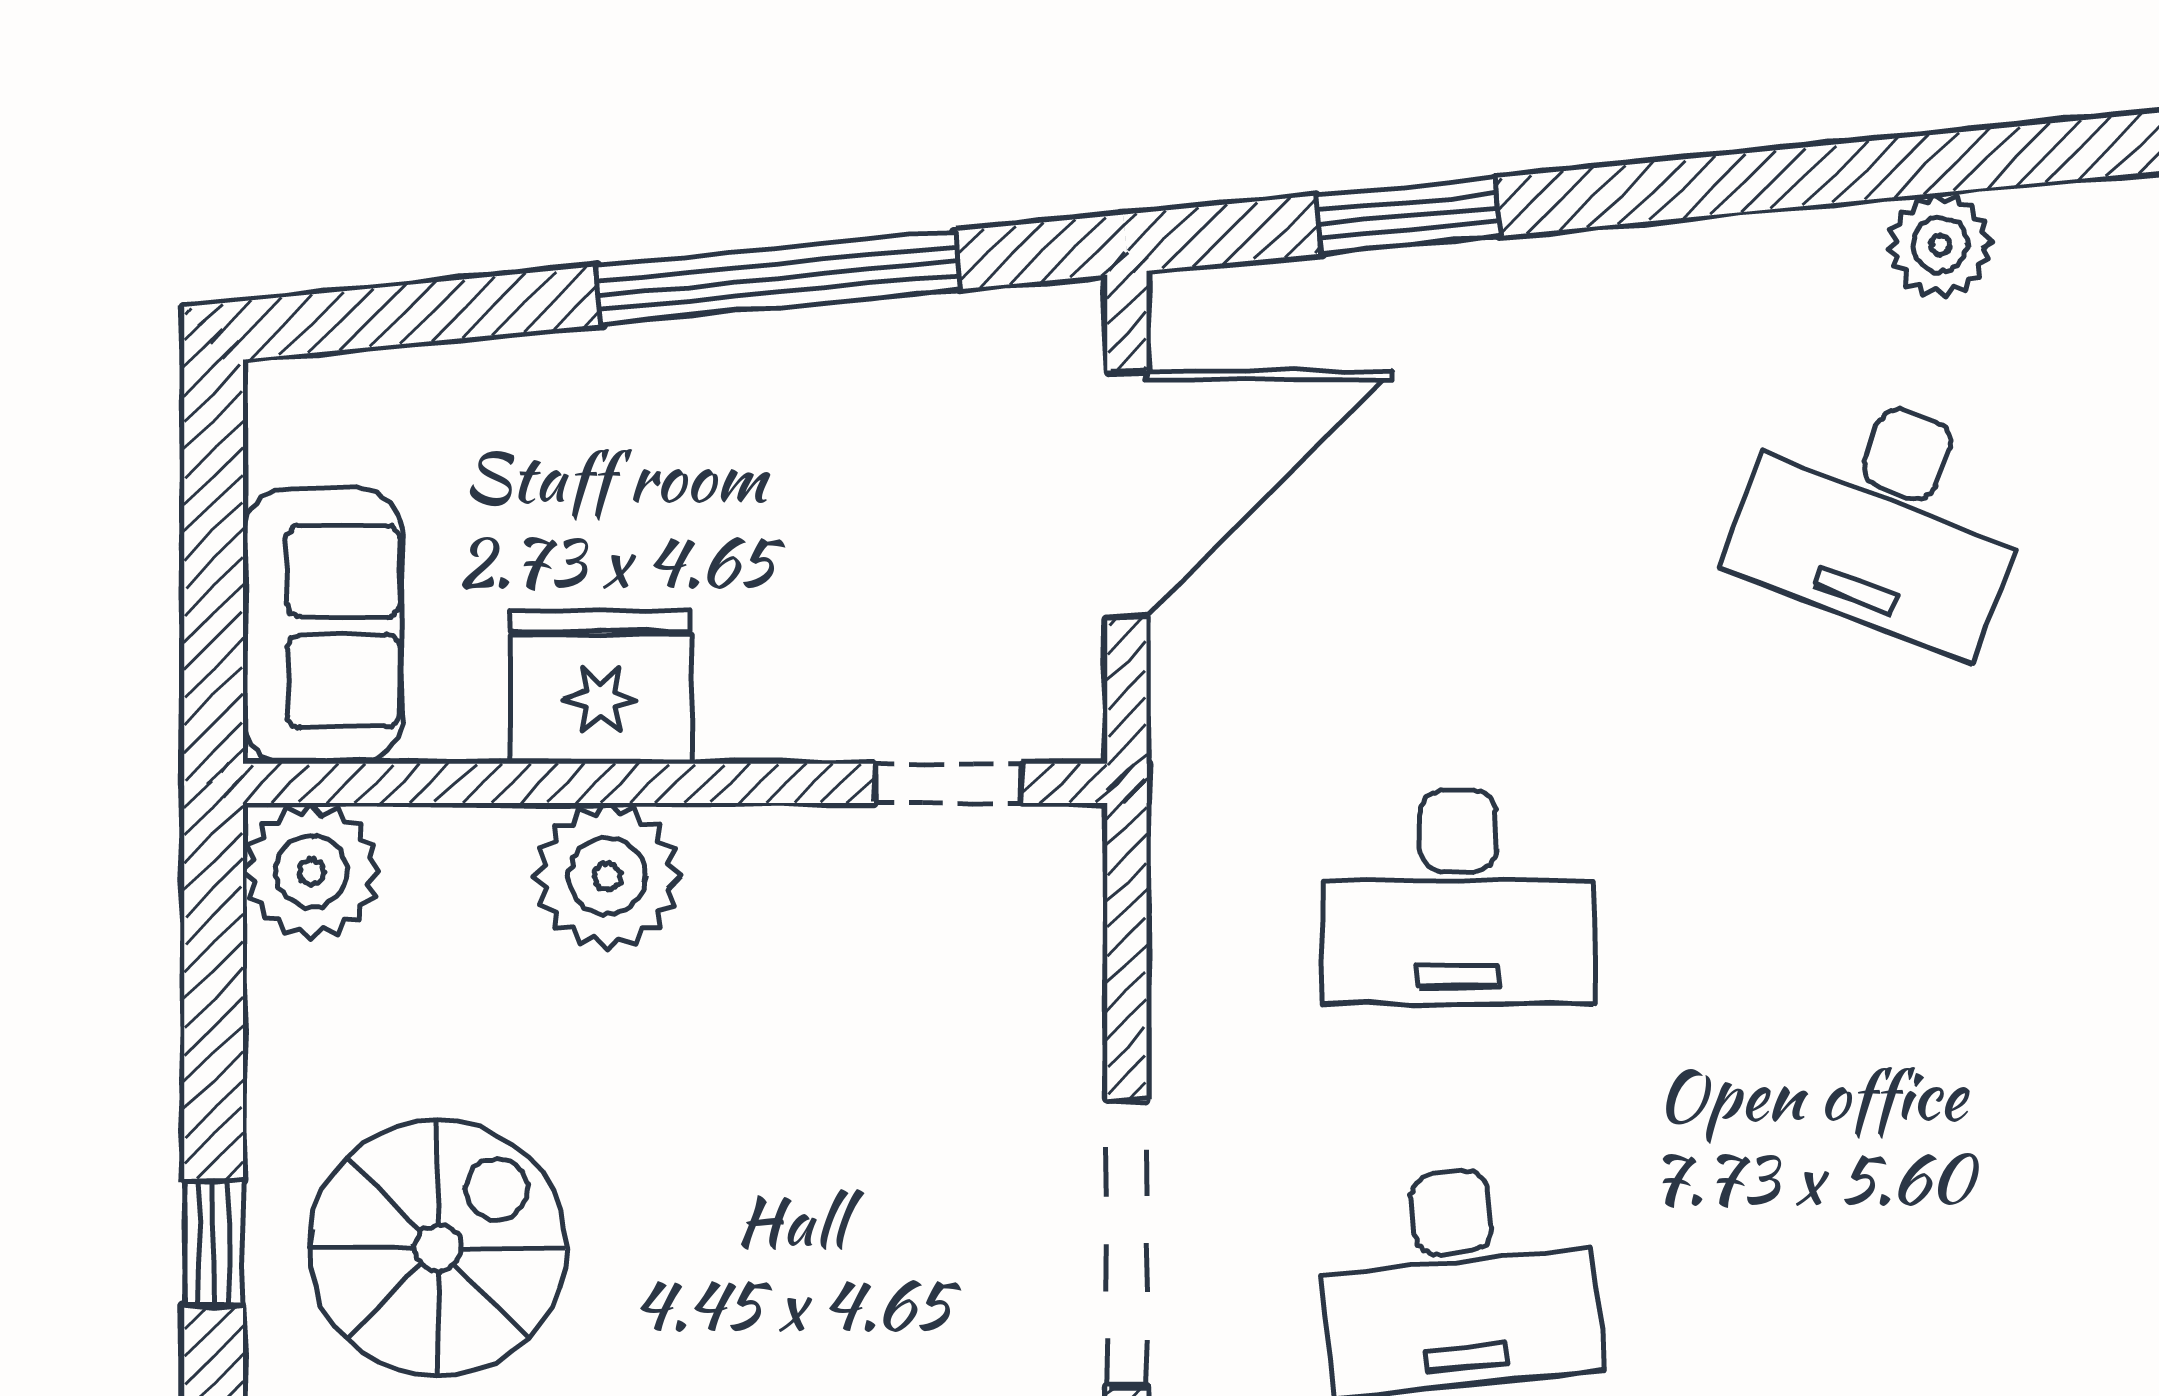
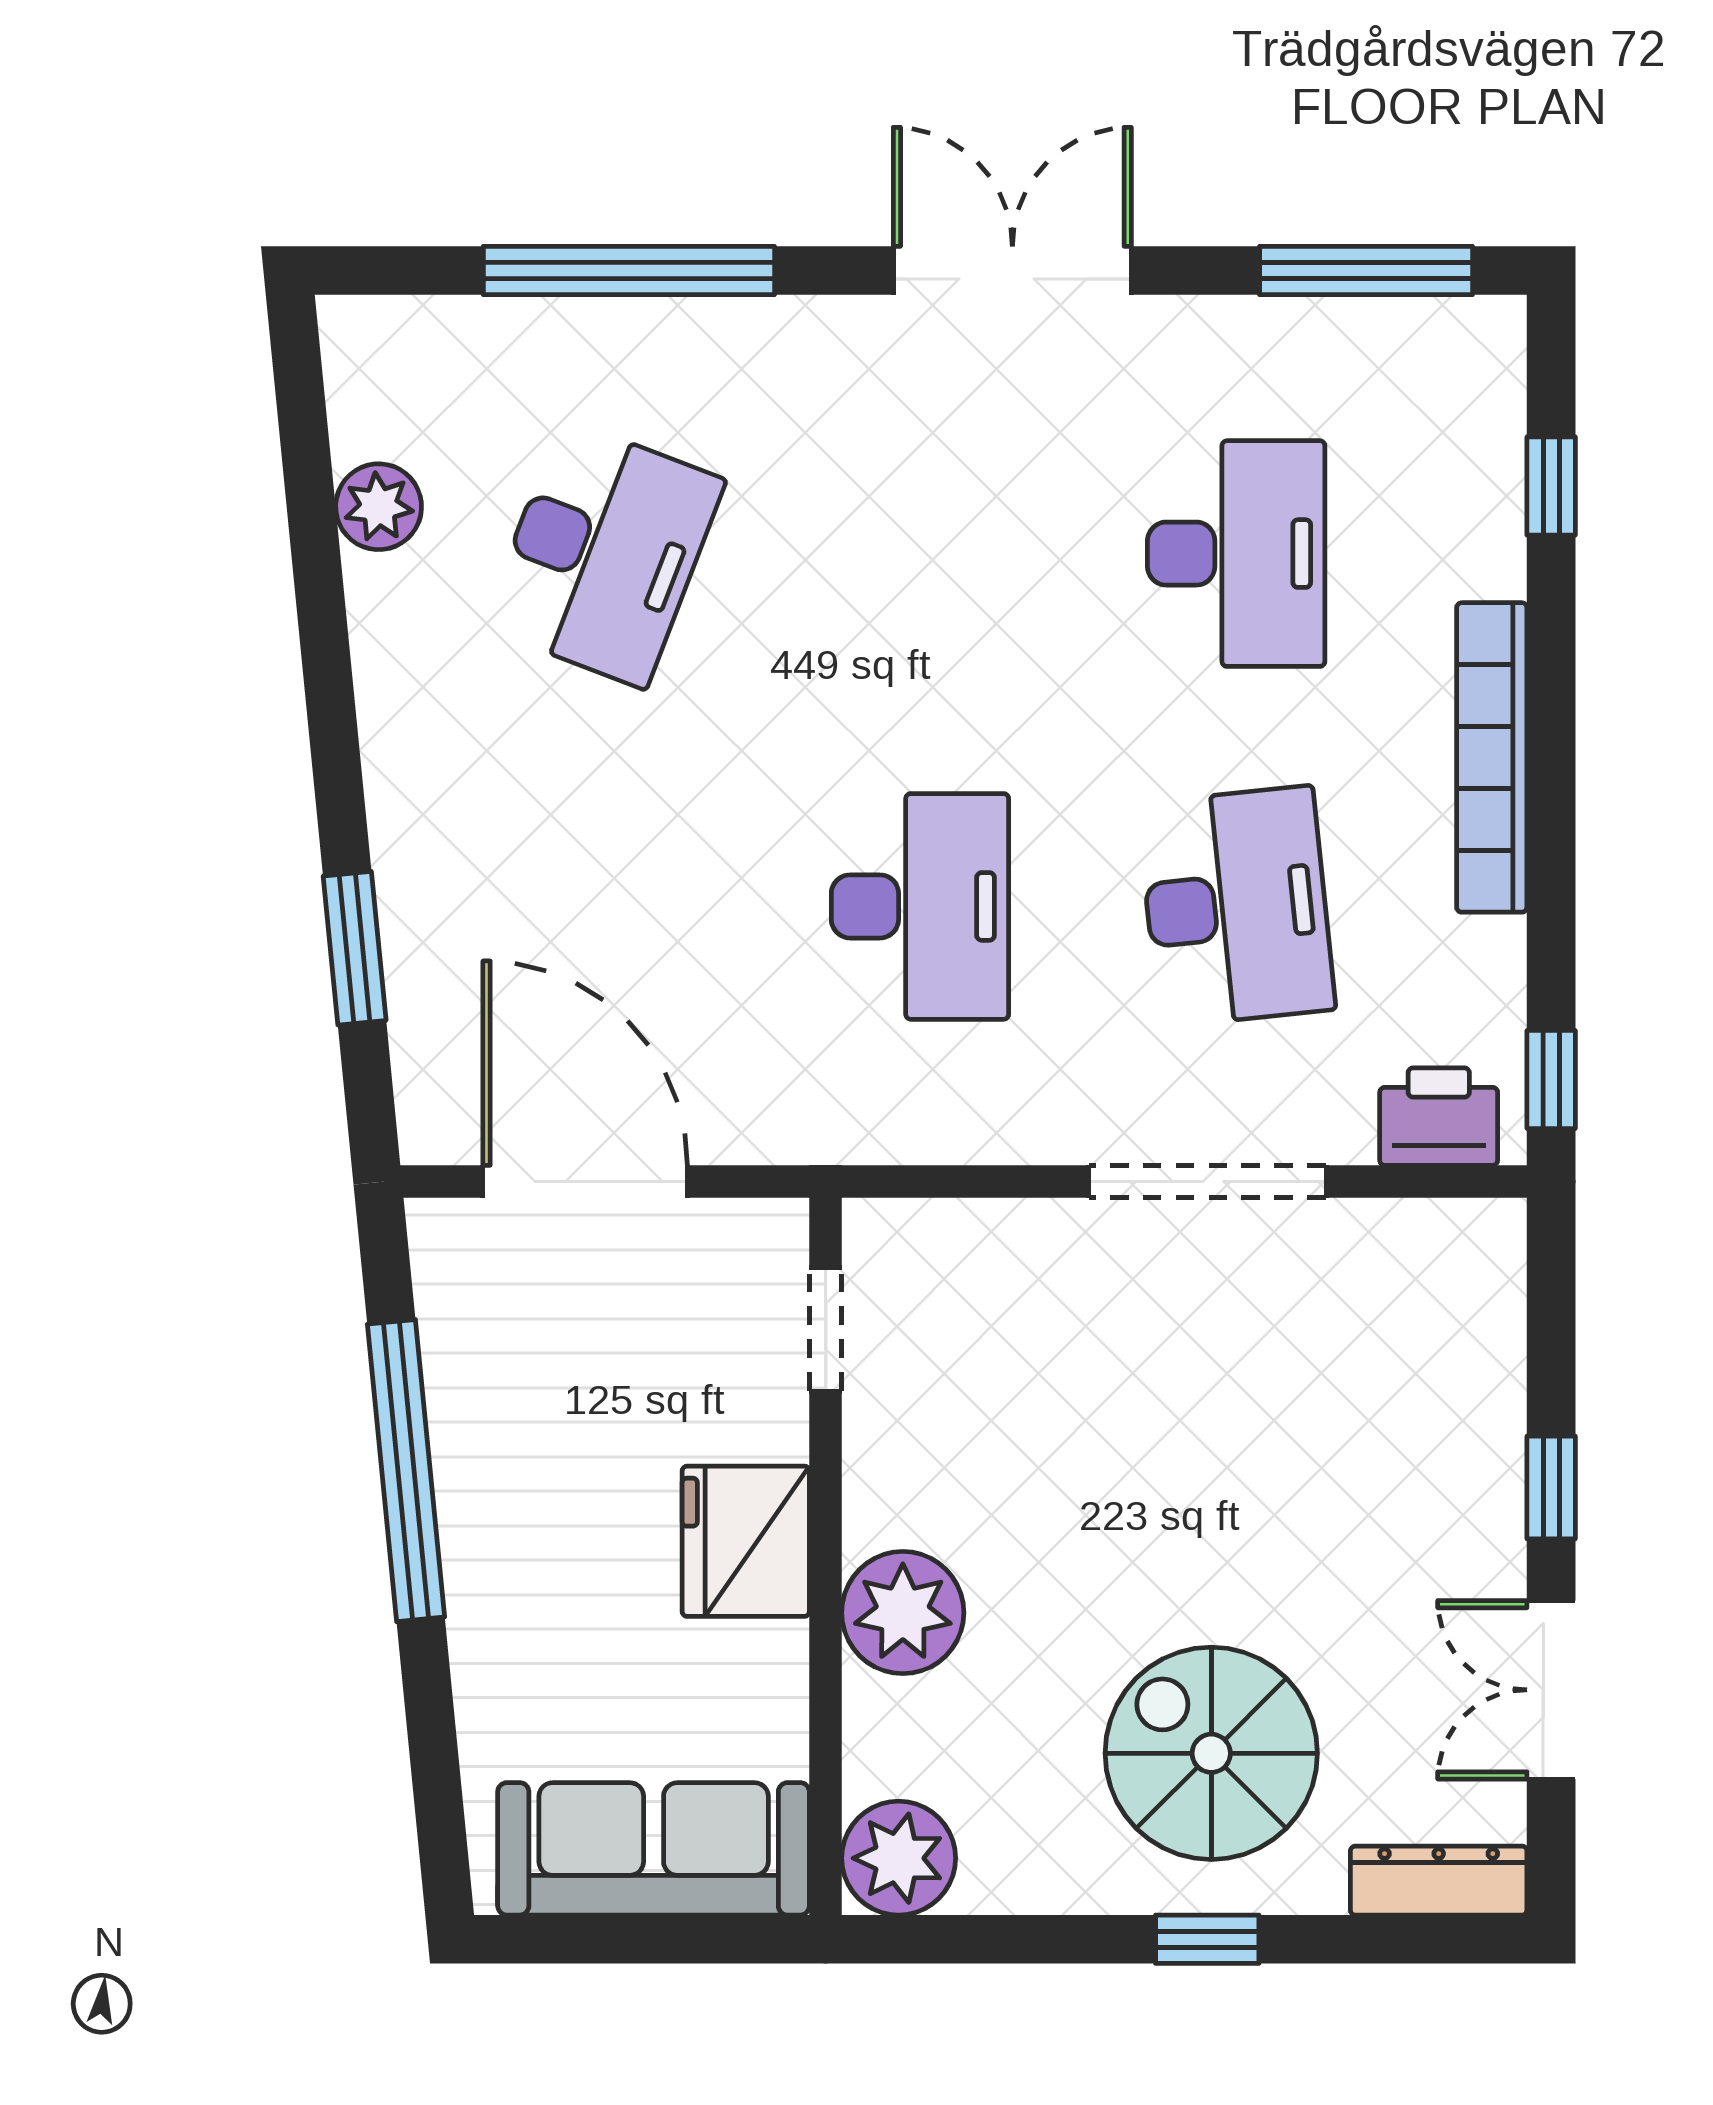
sofa: (323, 626) -> (654, 1849), width x1.36
fridge: (601, 687) -> (746, 1541), moved
desk: (1883, 1278) -> (1236, 554), added

